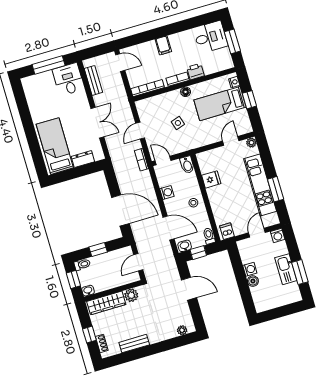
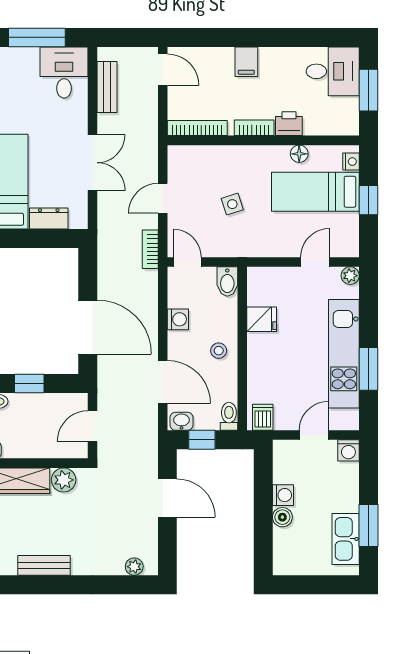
floor lamp: (186, 92) -> (299, 154), moved
kitchen sink: (286, 269) -> (346, 539), moved

